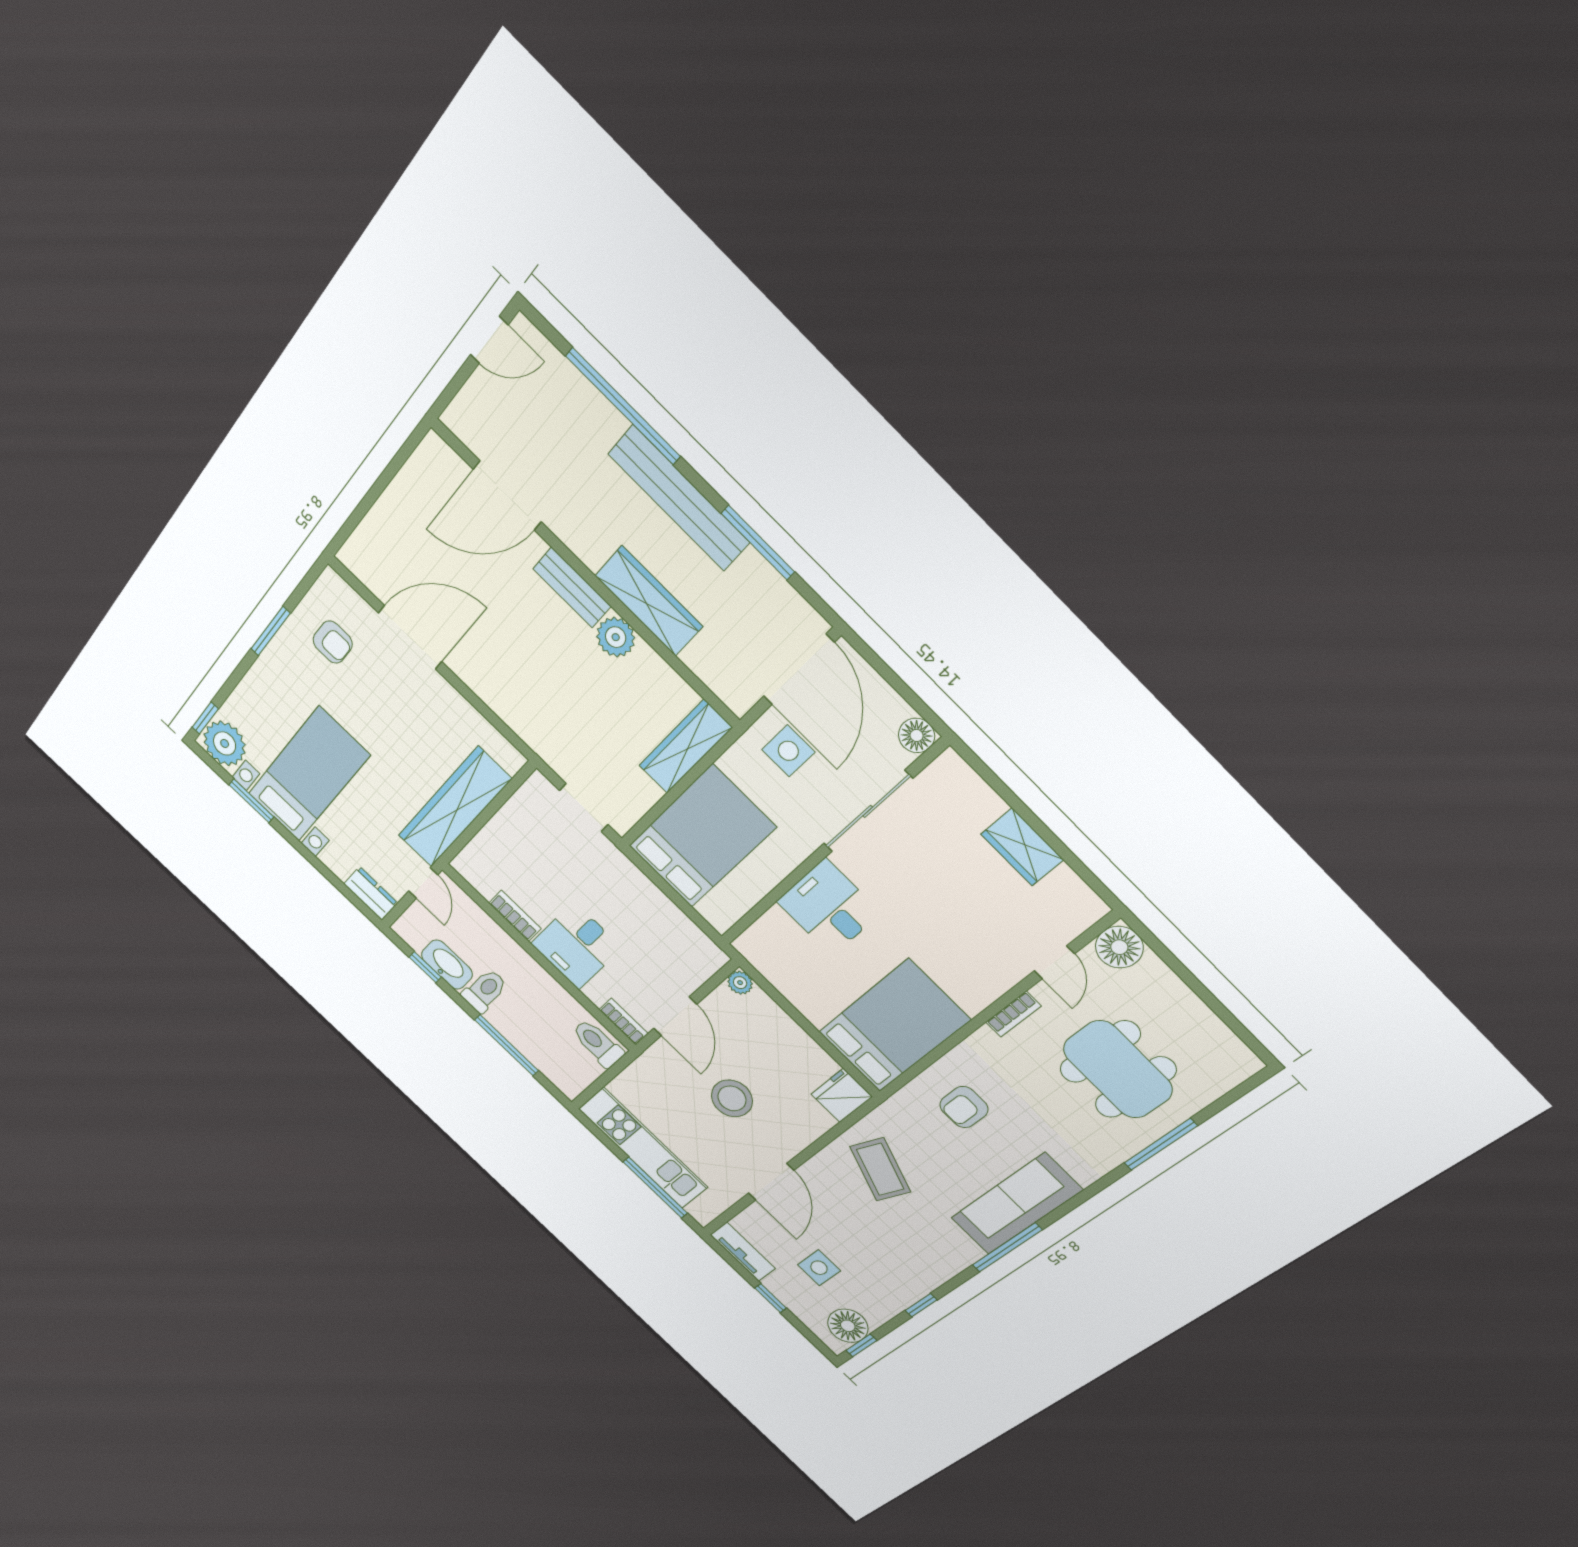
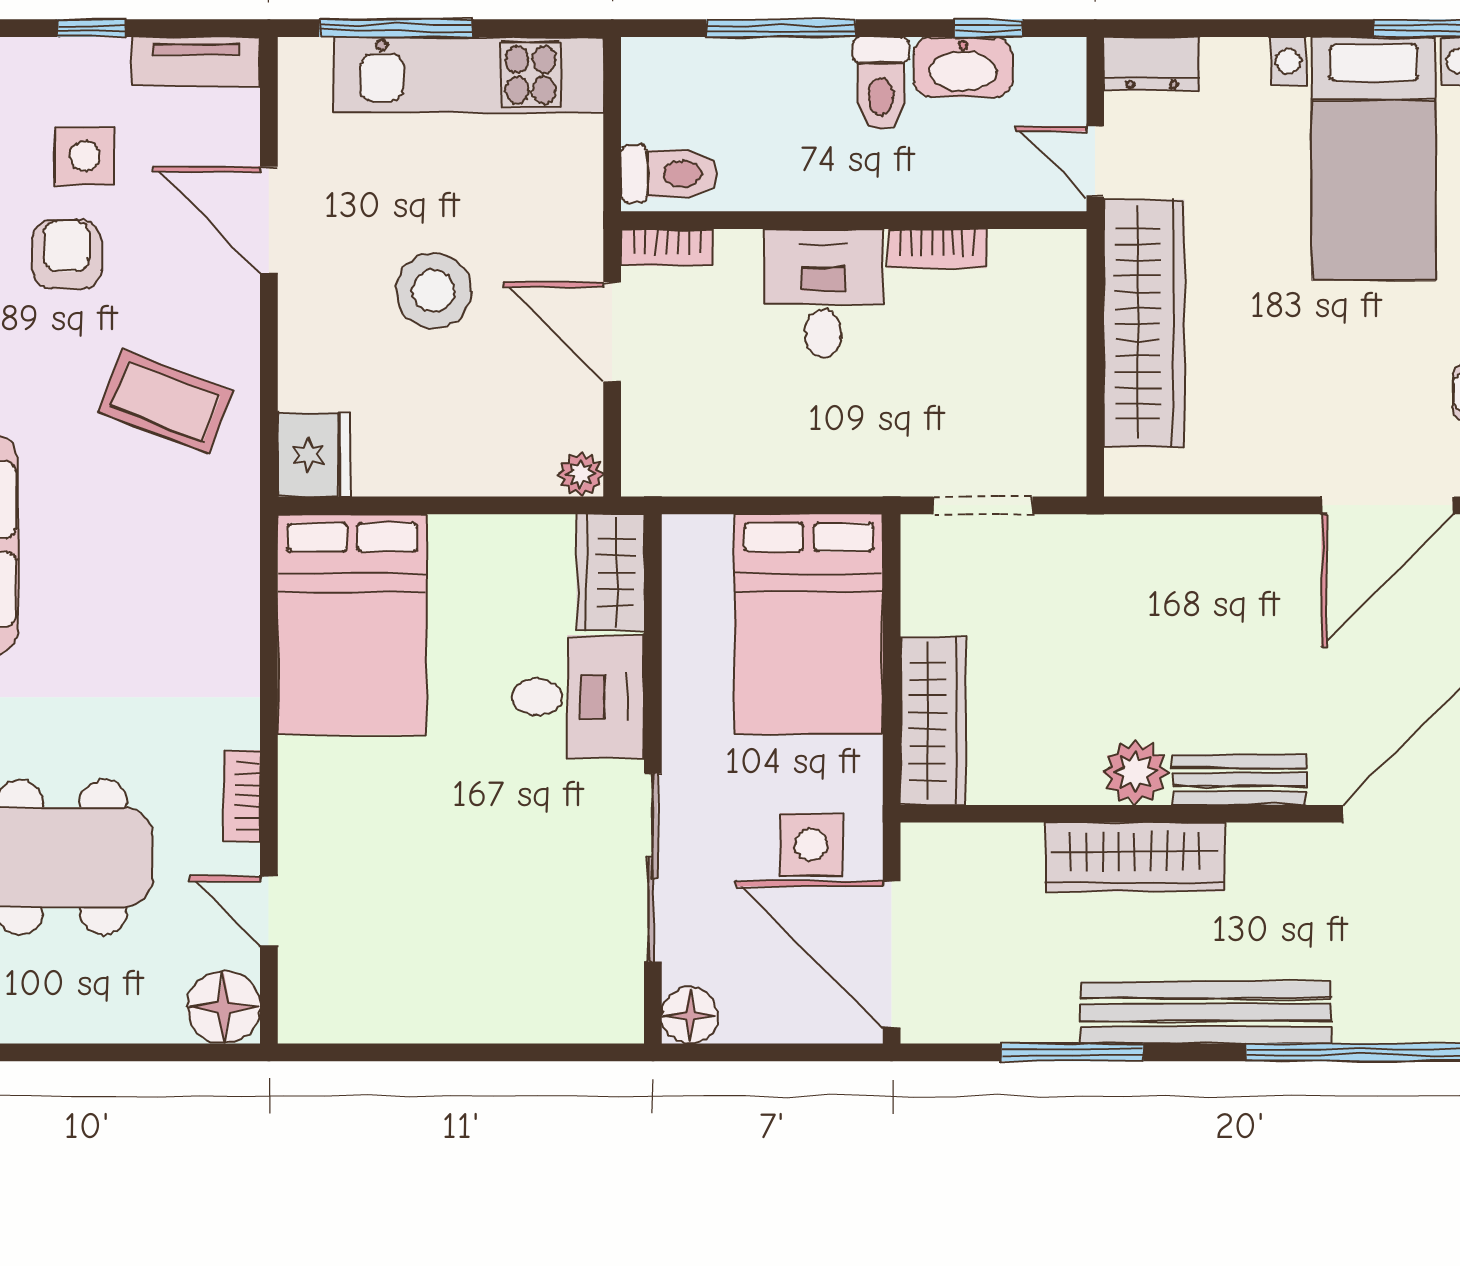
wardrobe: (1022, 847) -> (610, 572), moved, turned -90
armchair: (964, 1107) -> (67, 255), moved

